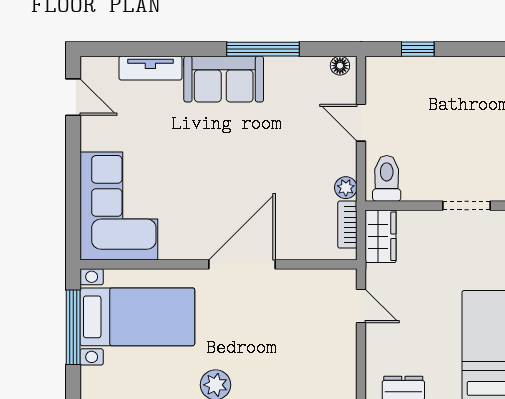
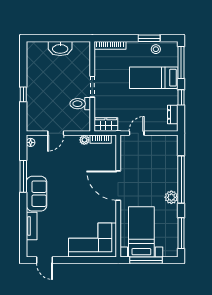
window: (418, 49) -> (23, 94), moved
door: (73, 97) -> (44, 260), swing flipped
toilet: (387, 178) -> (80, 104), moved

